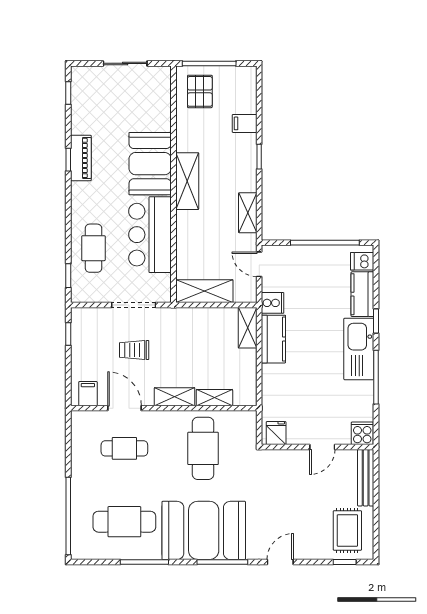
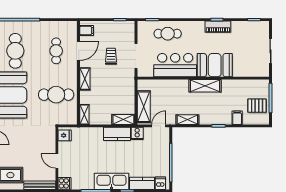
pallet: (200, 91) -> (257, 106), moved
shelving: (204, 291) -> (144, 107), moved
shelving: (214, 398) -> (84, 114), moved

